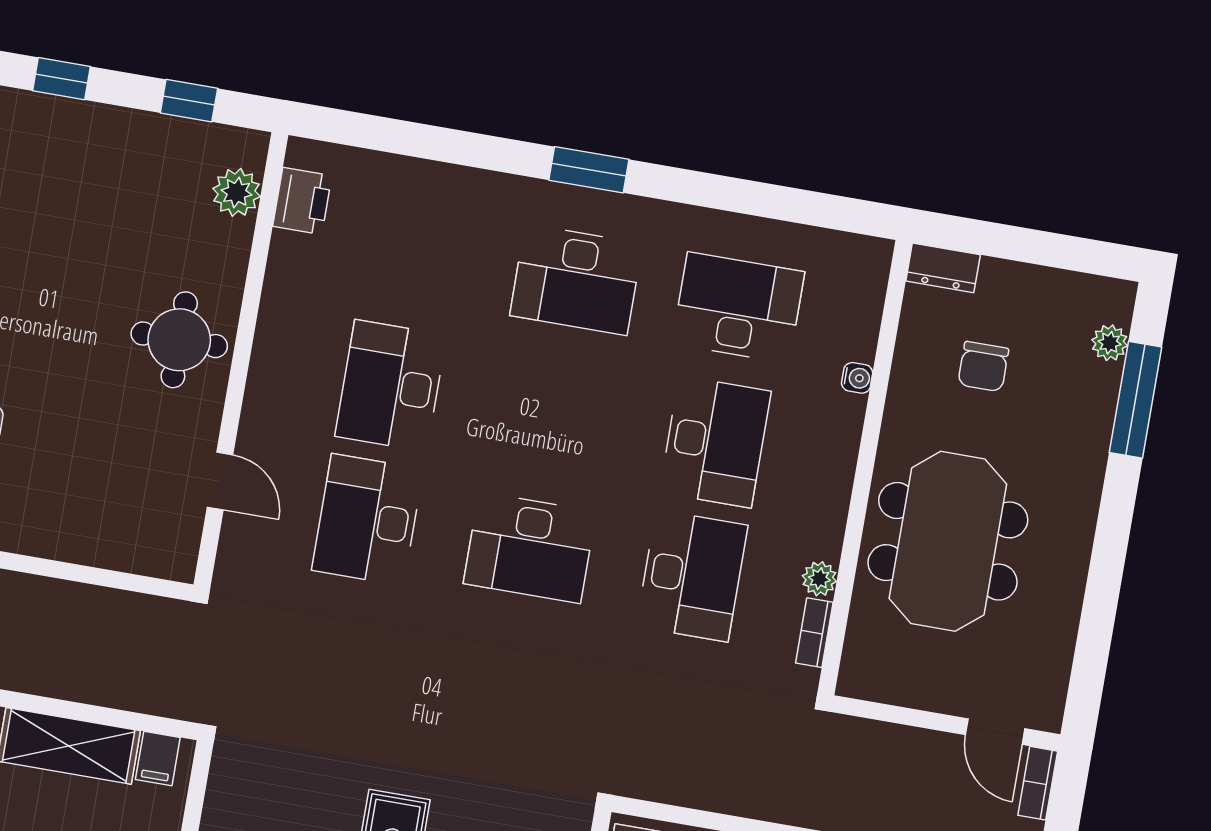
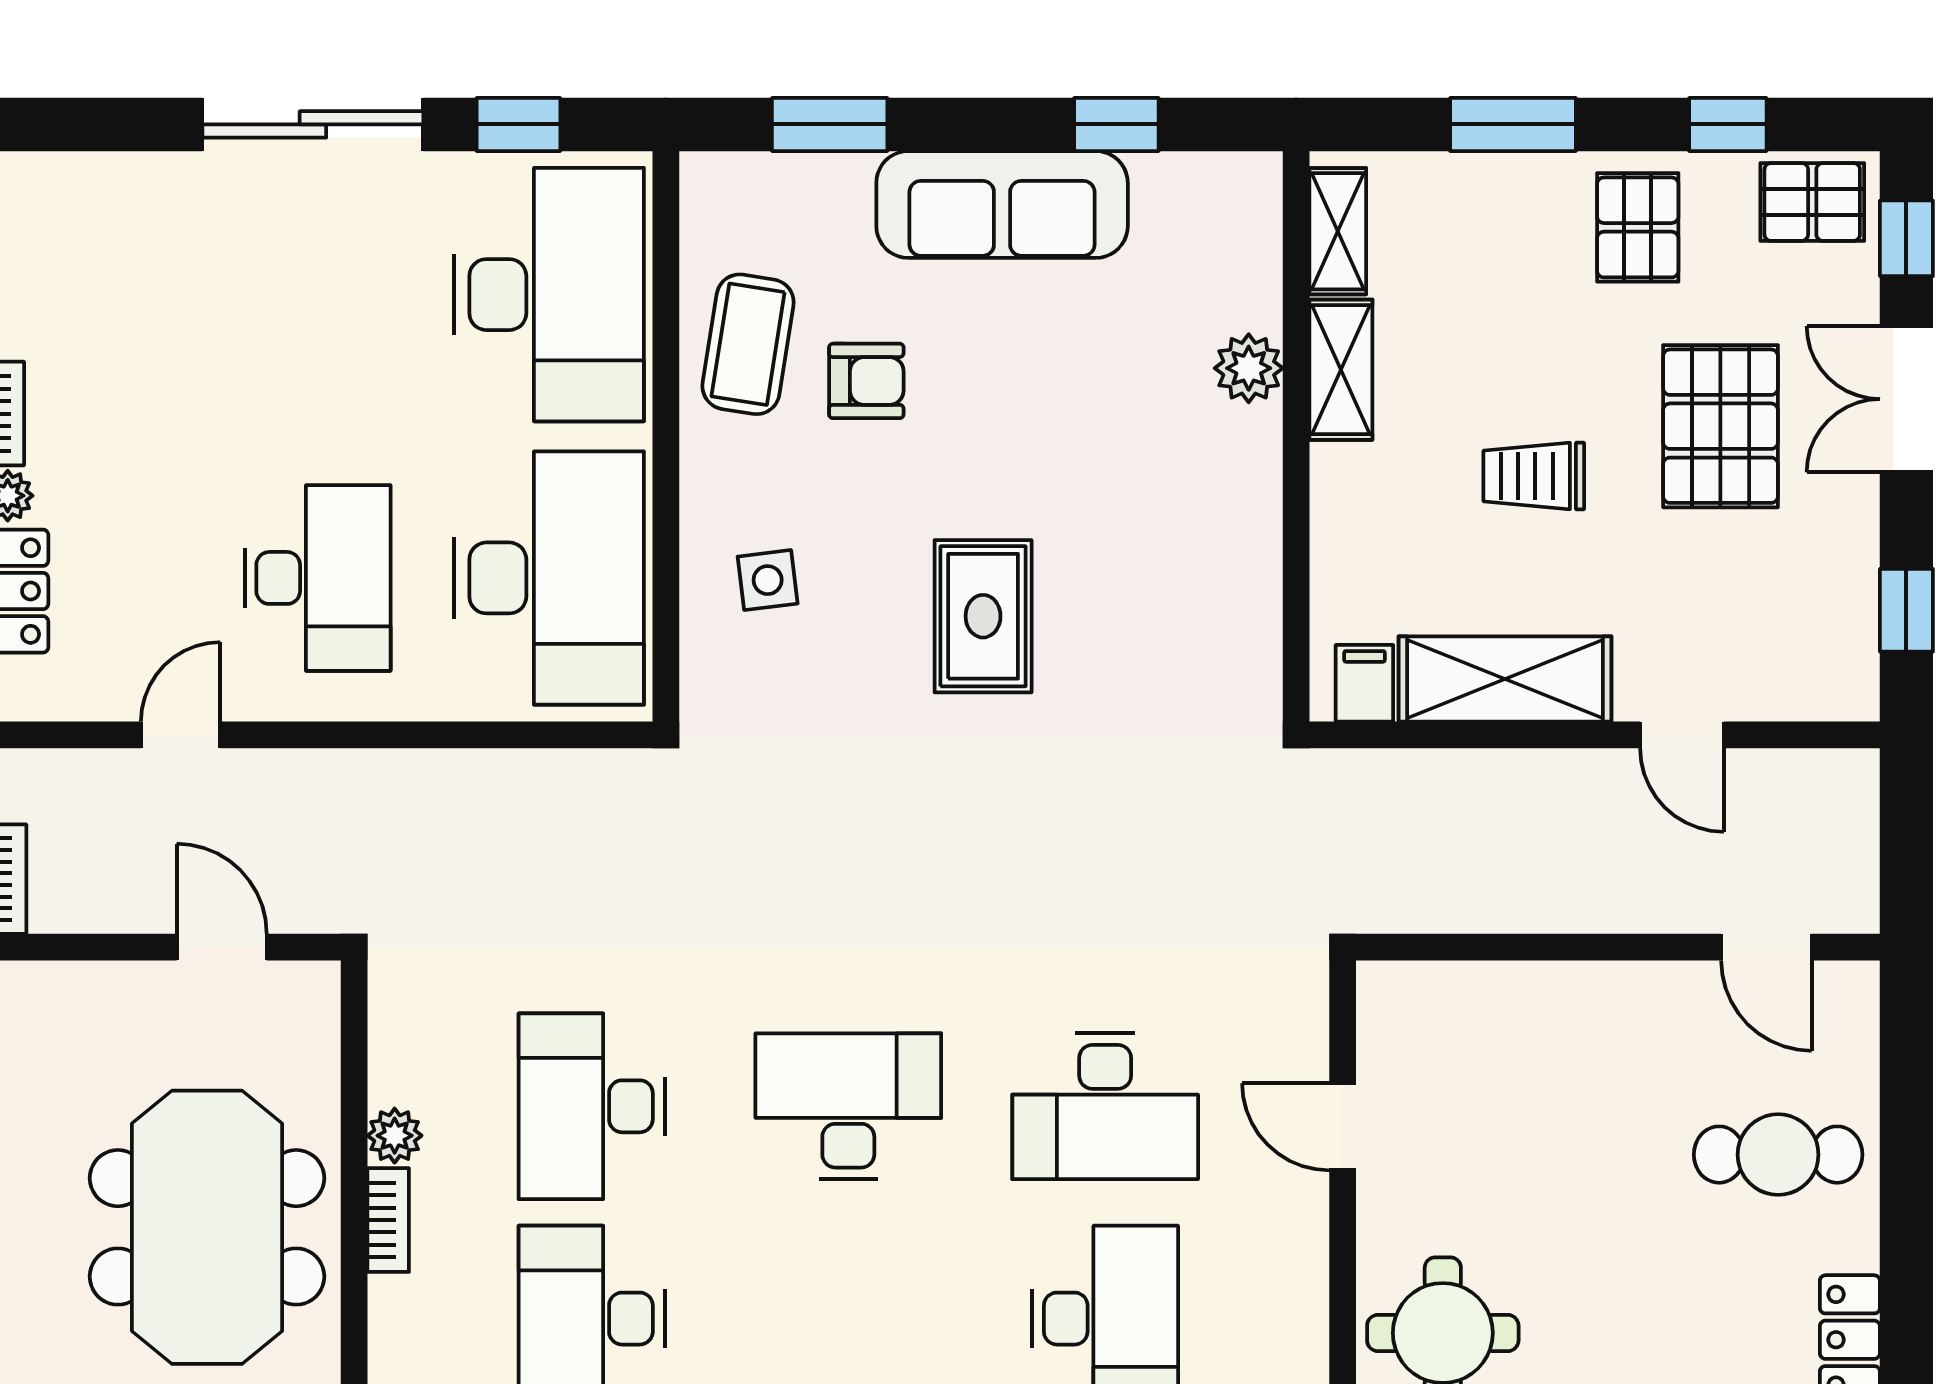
desk: (368, 520) -> (1105, 1106), turned 90
bookcase: (814, 633) -> (388, 1220), moved
door: (995, 732) -> (222, 947), moved

